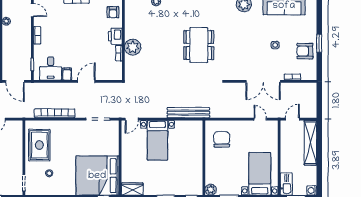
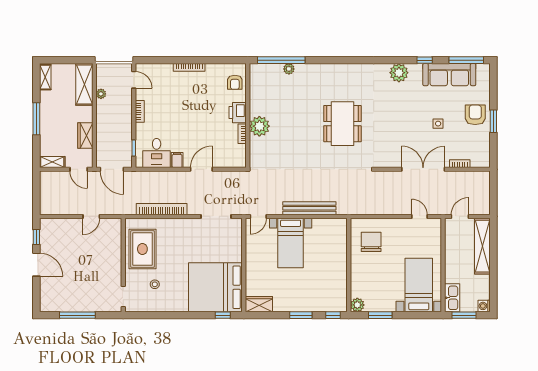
armchair: (305, 51) -> (475, 115), moved, turned 90
double door: (263, 81) -> (423, 169), swing flipped
bench: (188, 113) -> (309, 208), moved

